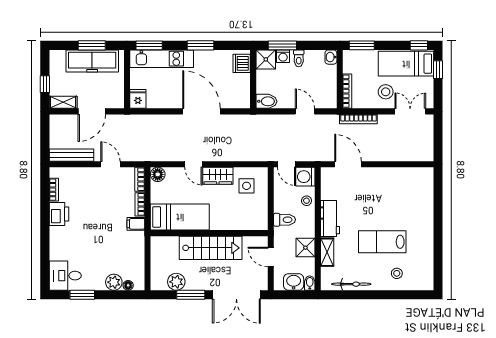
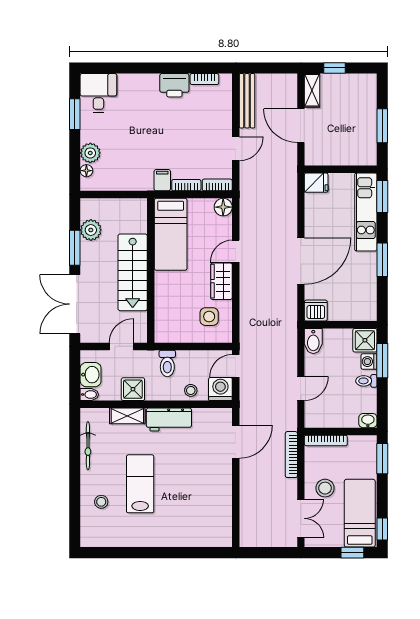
freezer: (92, 61) -> (363, 126), removed
dishwasher: (242, 63) -> (316, 311), moved

